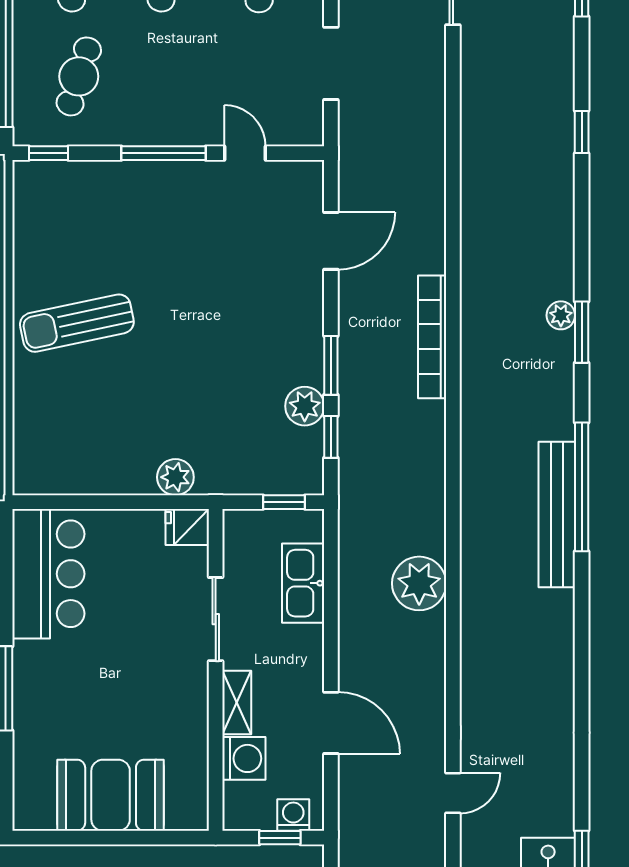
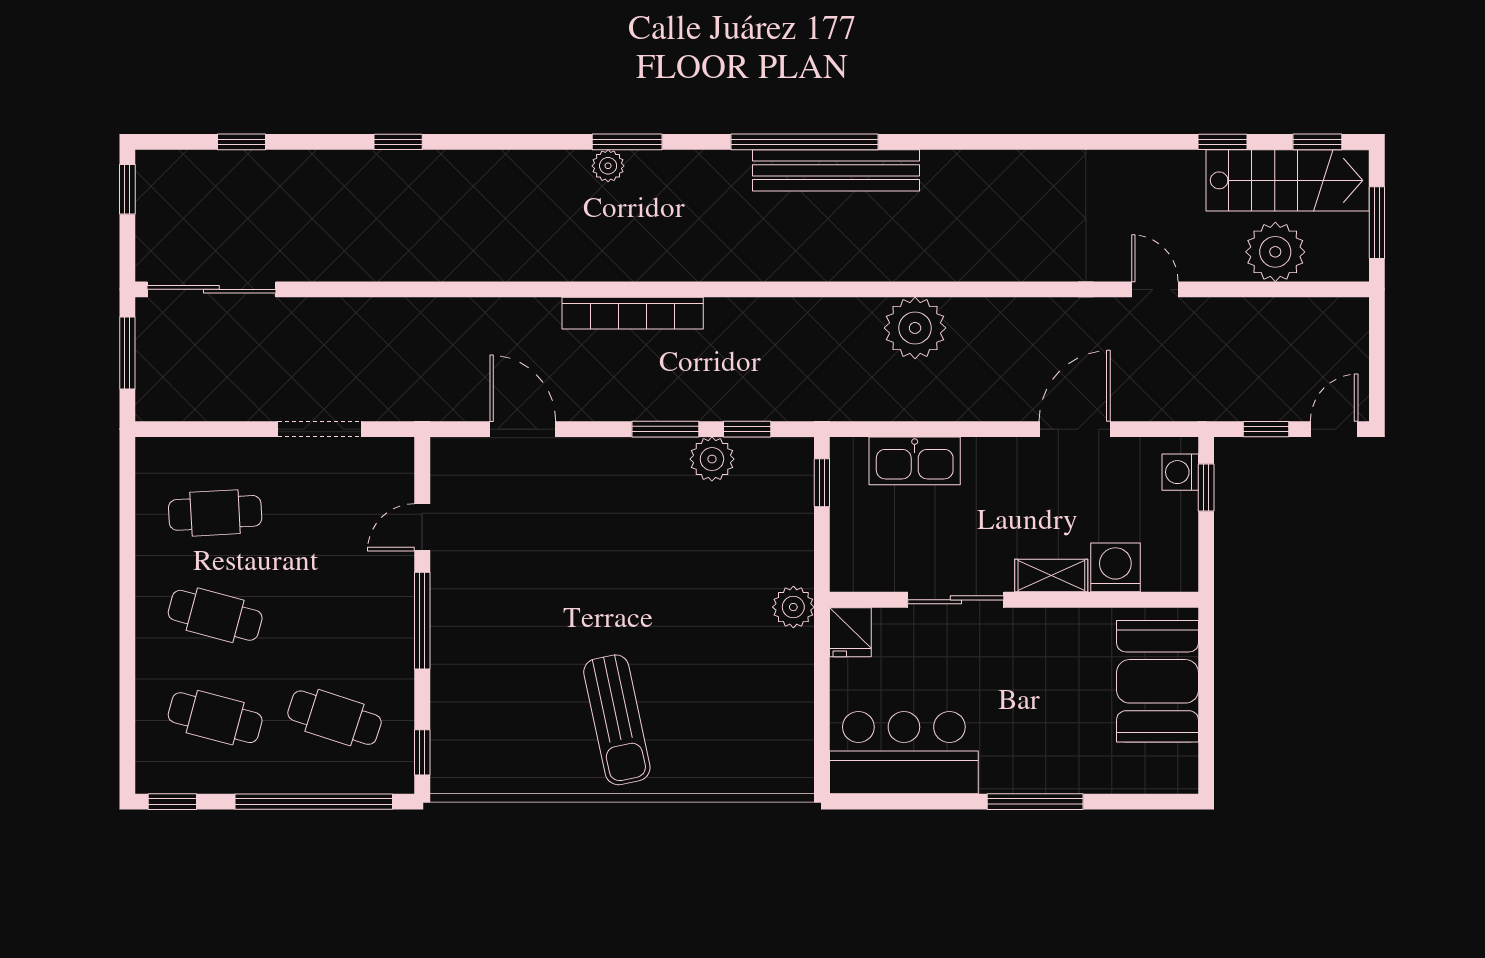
fridge: (187, 527) -> (850, 632), moved
sliding door: (216, 619) -> (956, 600), moved
wall: (216, 670) -> (1014, 600), moved
shelving: (237, 702) -> (1051, 576), moved
washing machine: (244, 758) -> (1115, 567), moved

